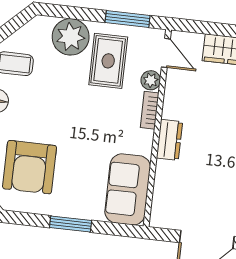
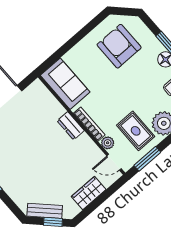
bookcase: (150, 110) -> (89, 124), width x1.56
window: (71, 224) -> (74, 41), removed

